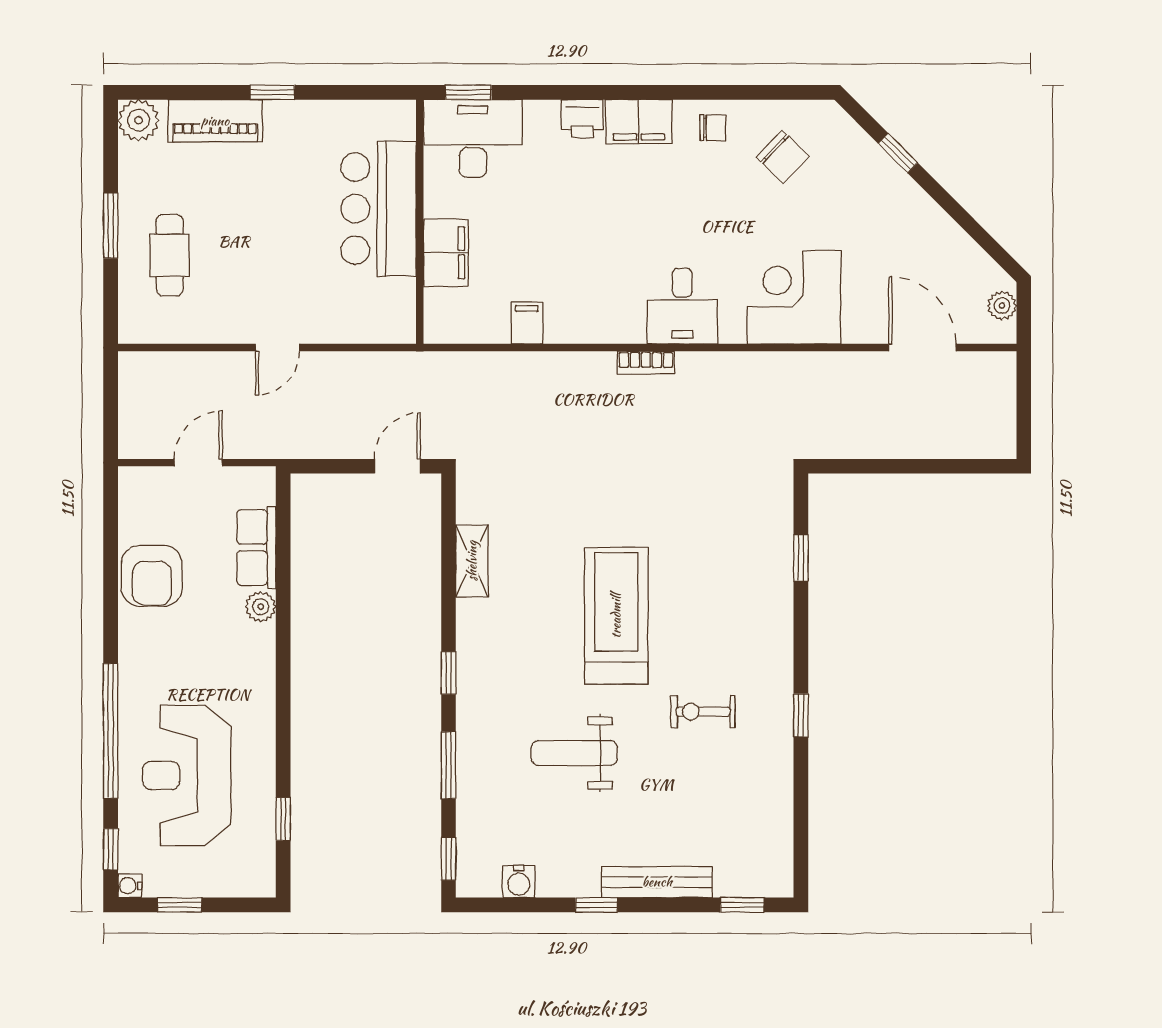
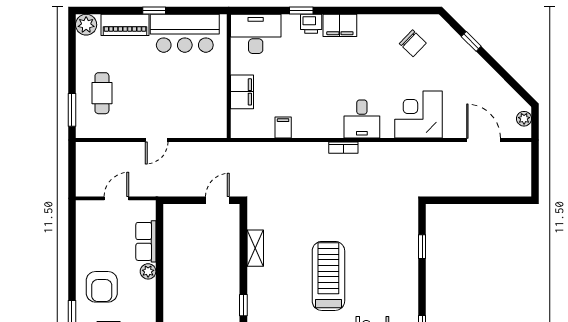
window: (468, 92) -> (301, 11), moved
chair: (713, 128) -> (377, 29), removed
bar counter: (379, 209) -> (185, 33), moved, turned -90
window: (111, 226) -> (72, 110), moved
armchair: (152, 576) -> (102, 287), moved

